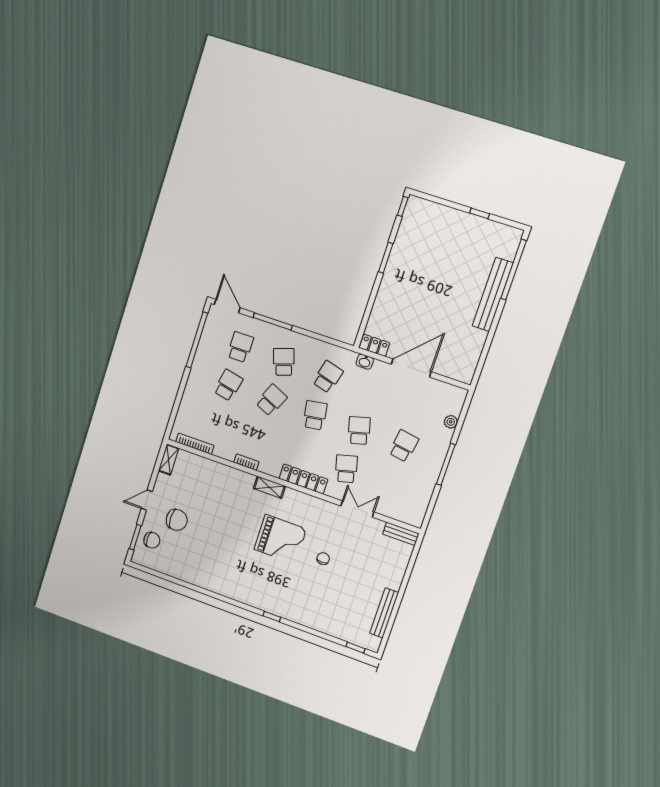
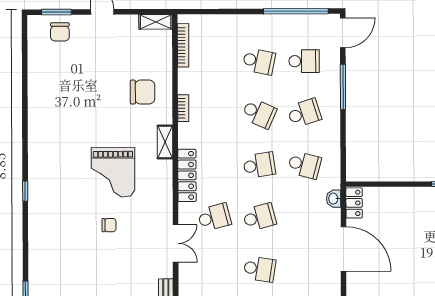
chair: (177, 520) -> (143, 92), moved, turned -90

